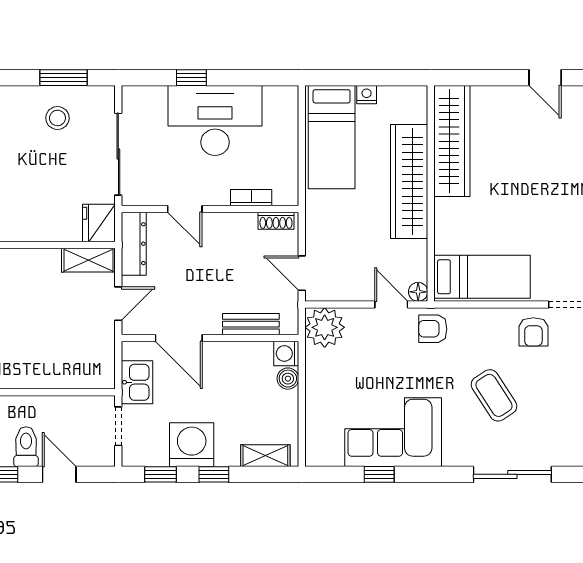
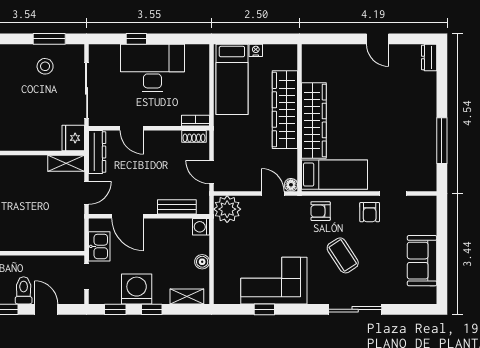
wardrobe: (452, 141) -> (314, 120), moved
bookcase: (251, 198) -> (195, 121), moved
armchair: (433, 329) -> (321, 211), moved
boiler: (288, 379) -> (202, 262), moved

